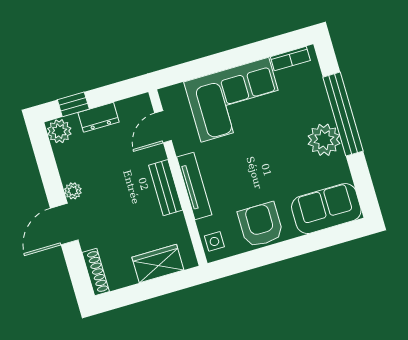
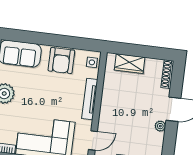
bench: (166, 188) -> (107, 105), removed

